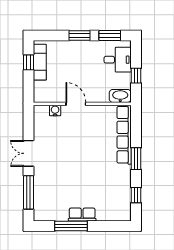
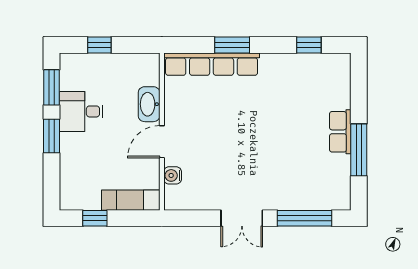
desk: (118, 60) -> (81, 111), moved, turned -90
exam couch: (40, 62) -> (131, 200), moved
window: (136, 76) -> (99, 45), moved
washbasin: (120, 96) -> (149, 104), moved
window: (136, 159) -> (232, 45), moved

